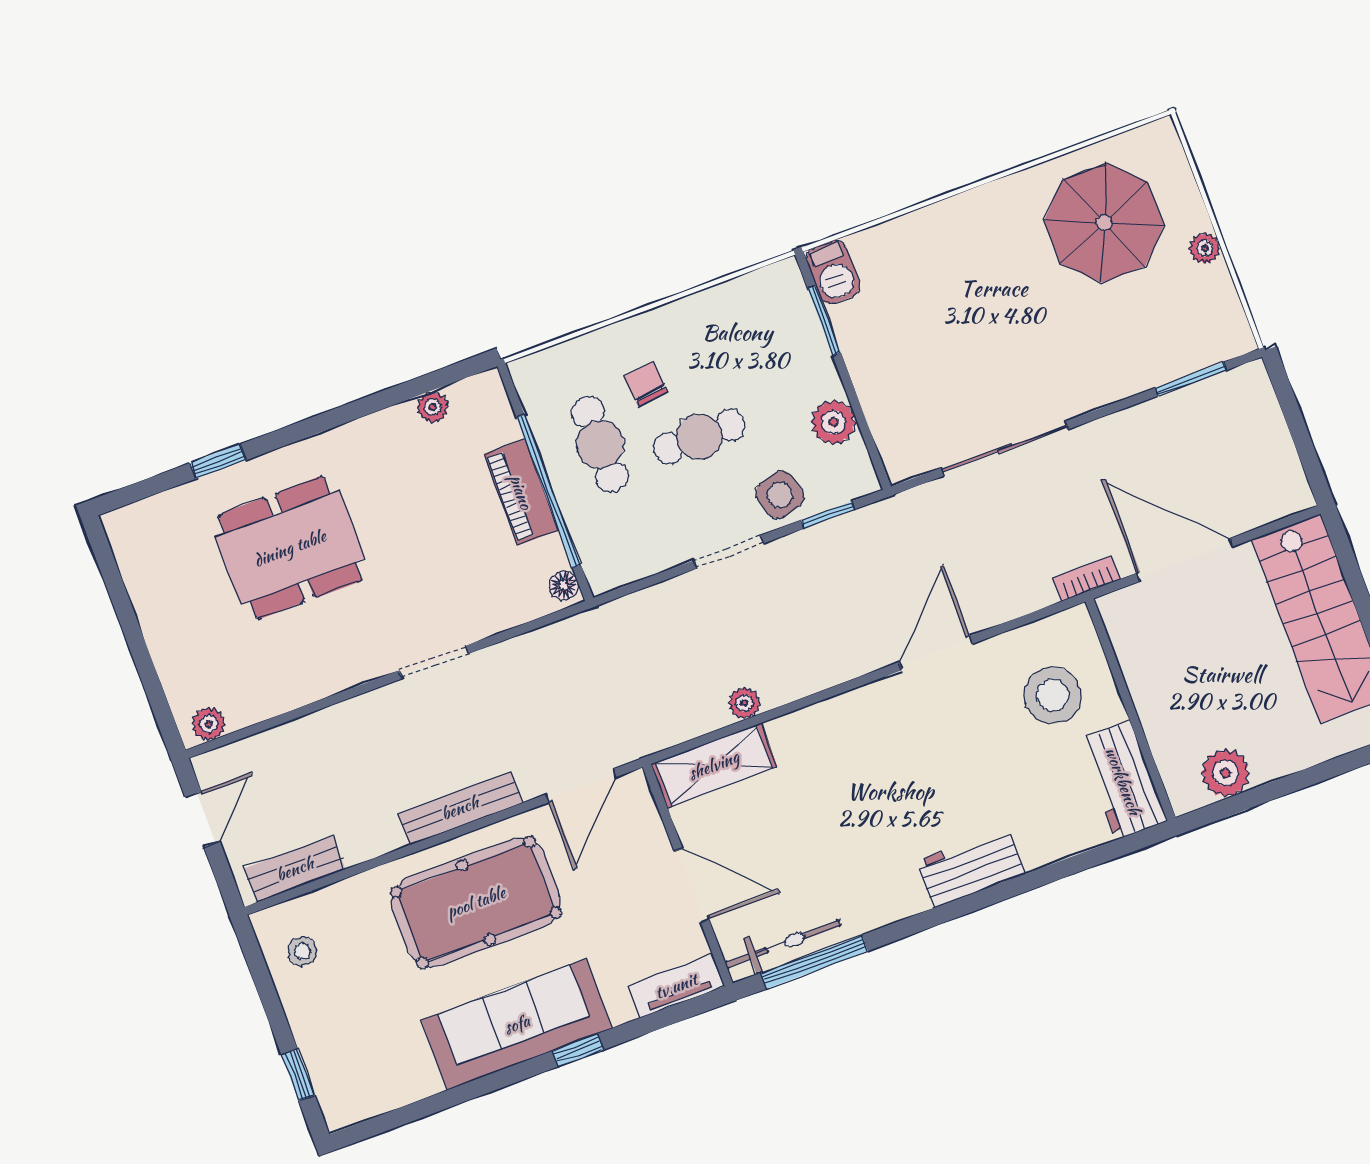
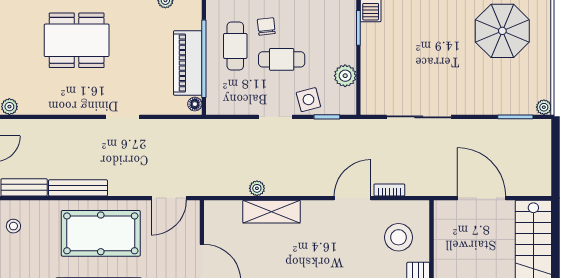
plant: (1205, 248) -> (544, 107), moved
piano: (521, 492) -> (188, 63), width x1.37, depth x1.33
bookcase: (1086, 579) -> (389, 190), moved
shelving: (714, 765) -> (272, 212), moved
bench: (460, 808) -> (78, 188), moved

